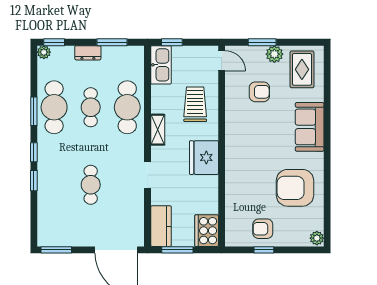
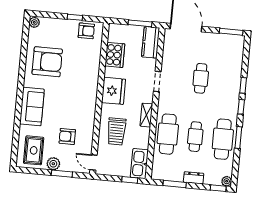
armchair: (263, 229) -> (86, 31), moved
cooker: (207, 231) -> (115, 55), moved

